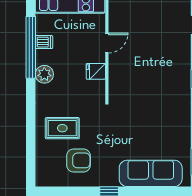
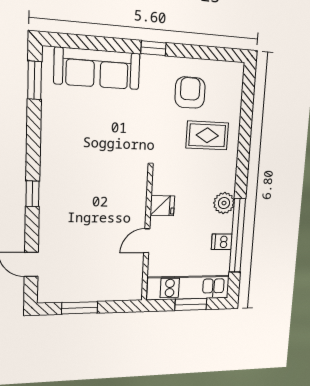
armchair: (79, 160) -> (190, 93), turned 90

